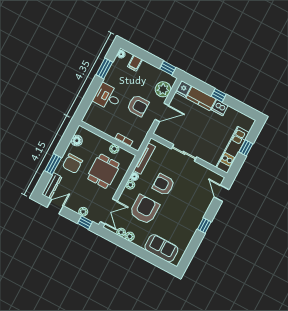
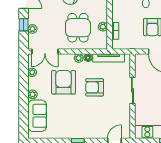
dining table: (103, 171) -> (78, 28), turned 90
armchair: (163, 185) -> (95, 87), turned -90
armchair: (144, 209) -> (63, 82), turned -90
window: (85, 223) -> (24, 25), moved
plant: (130, 236) -> (33, 94), moved

